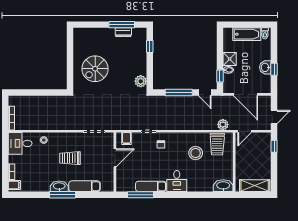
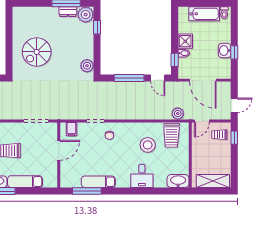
plant: (139, 35) -> (86, 15), added
trolley: (261, 144) -> (219, 135), added
desk: (177, 181) -> (142, 176), moved

